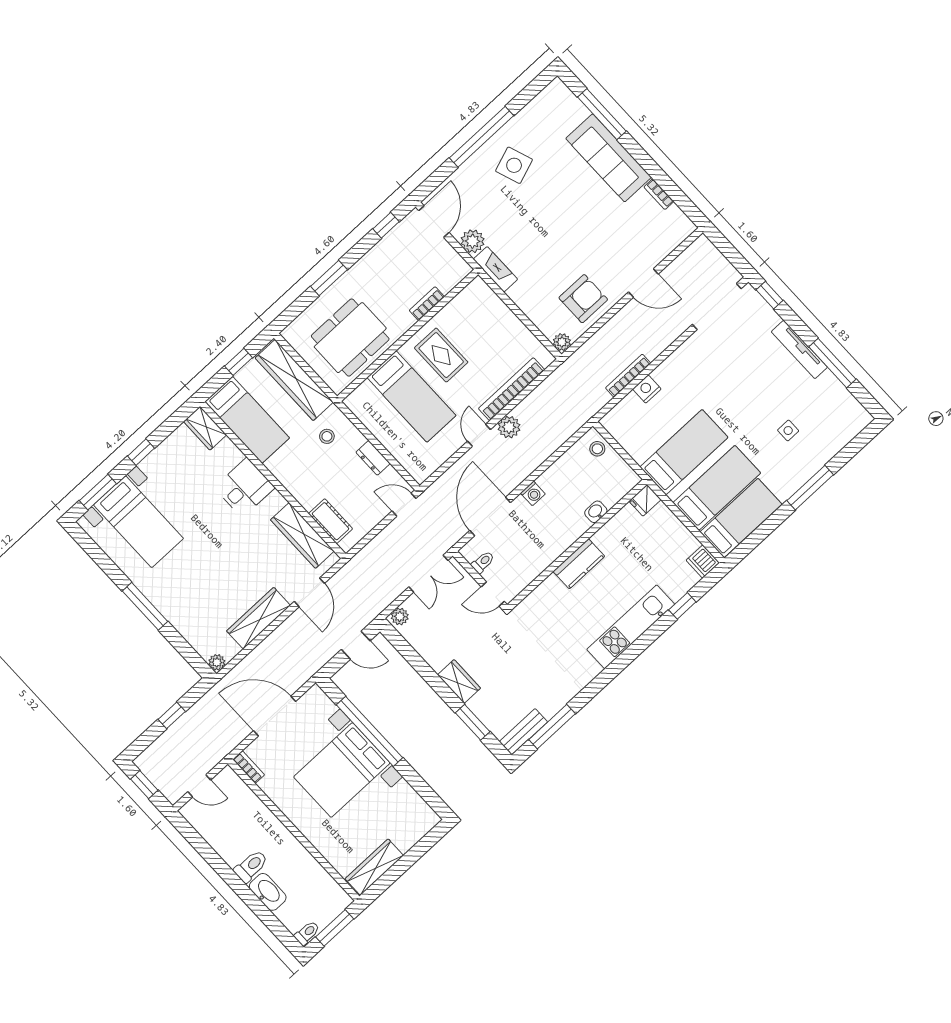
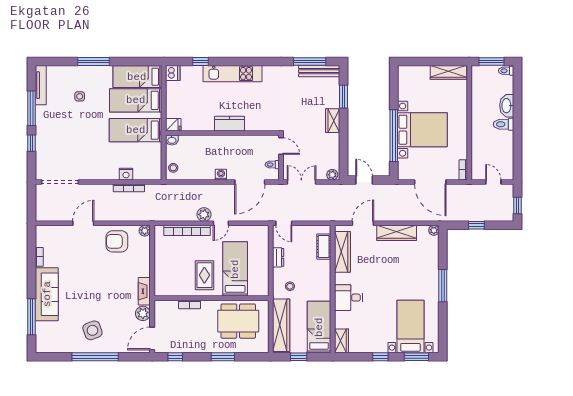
door: (643, 283) -> (83, 223), hinge flipped
window: (770, 295) -> (32, 143), moved
tv unit: (799, 349) -> (41, 85), moved
washbasin: (596, 512) -> (172, 140), moved
bench: (523, 732) -> (319, 71), width x1.36

